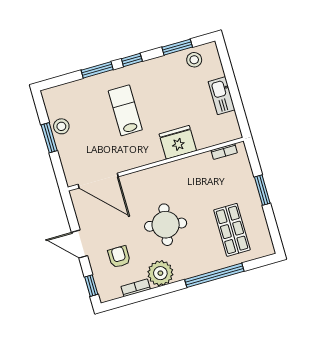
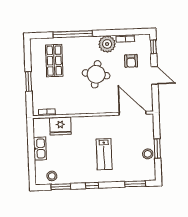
window: (97, 70) -> (135, 184), moved
fridge: (178, 142) -> (60, 126), moved

